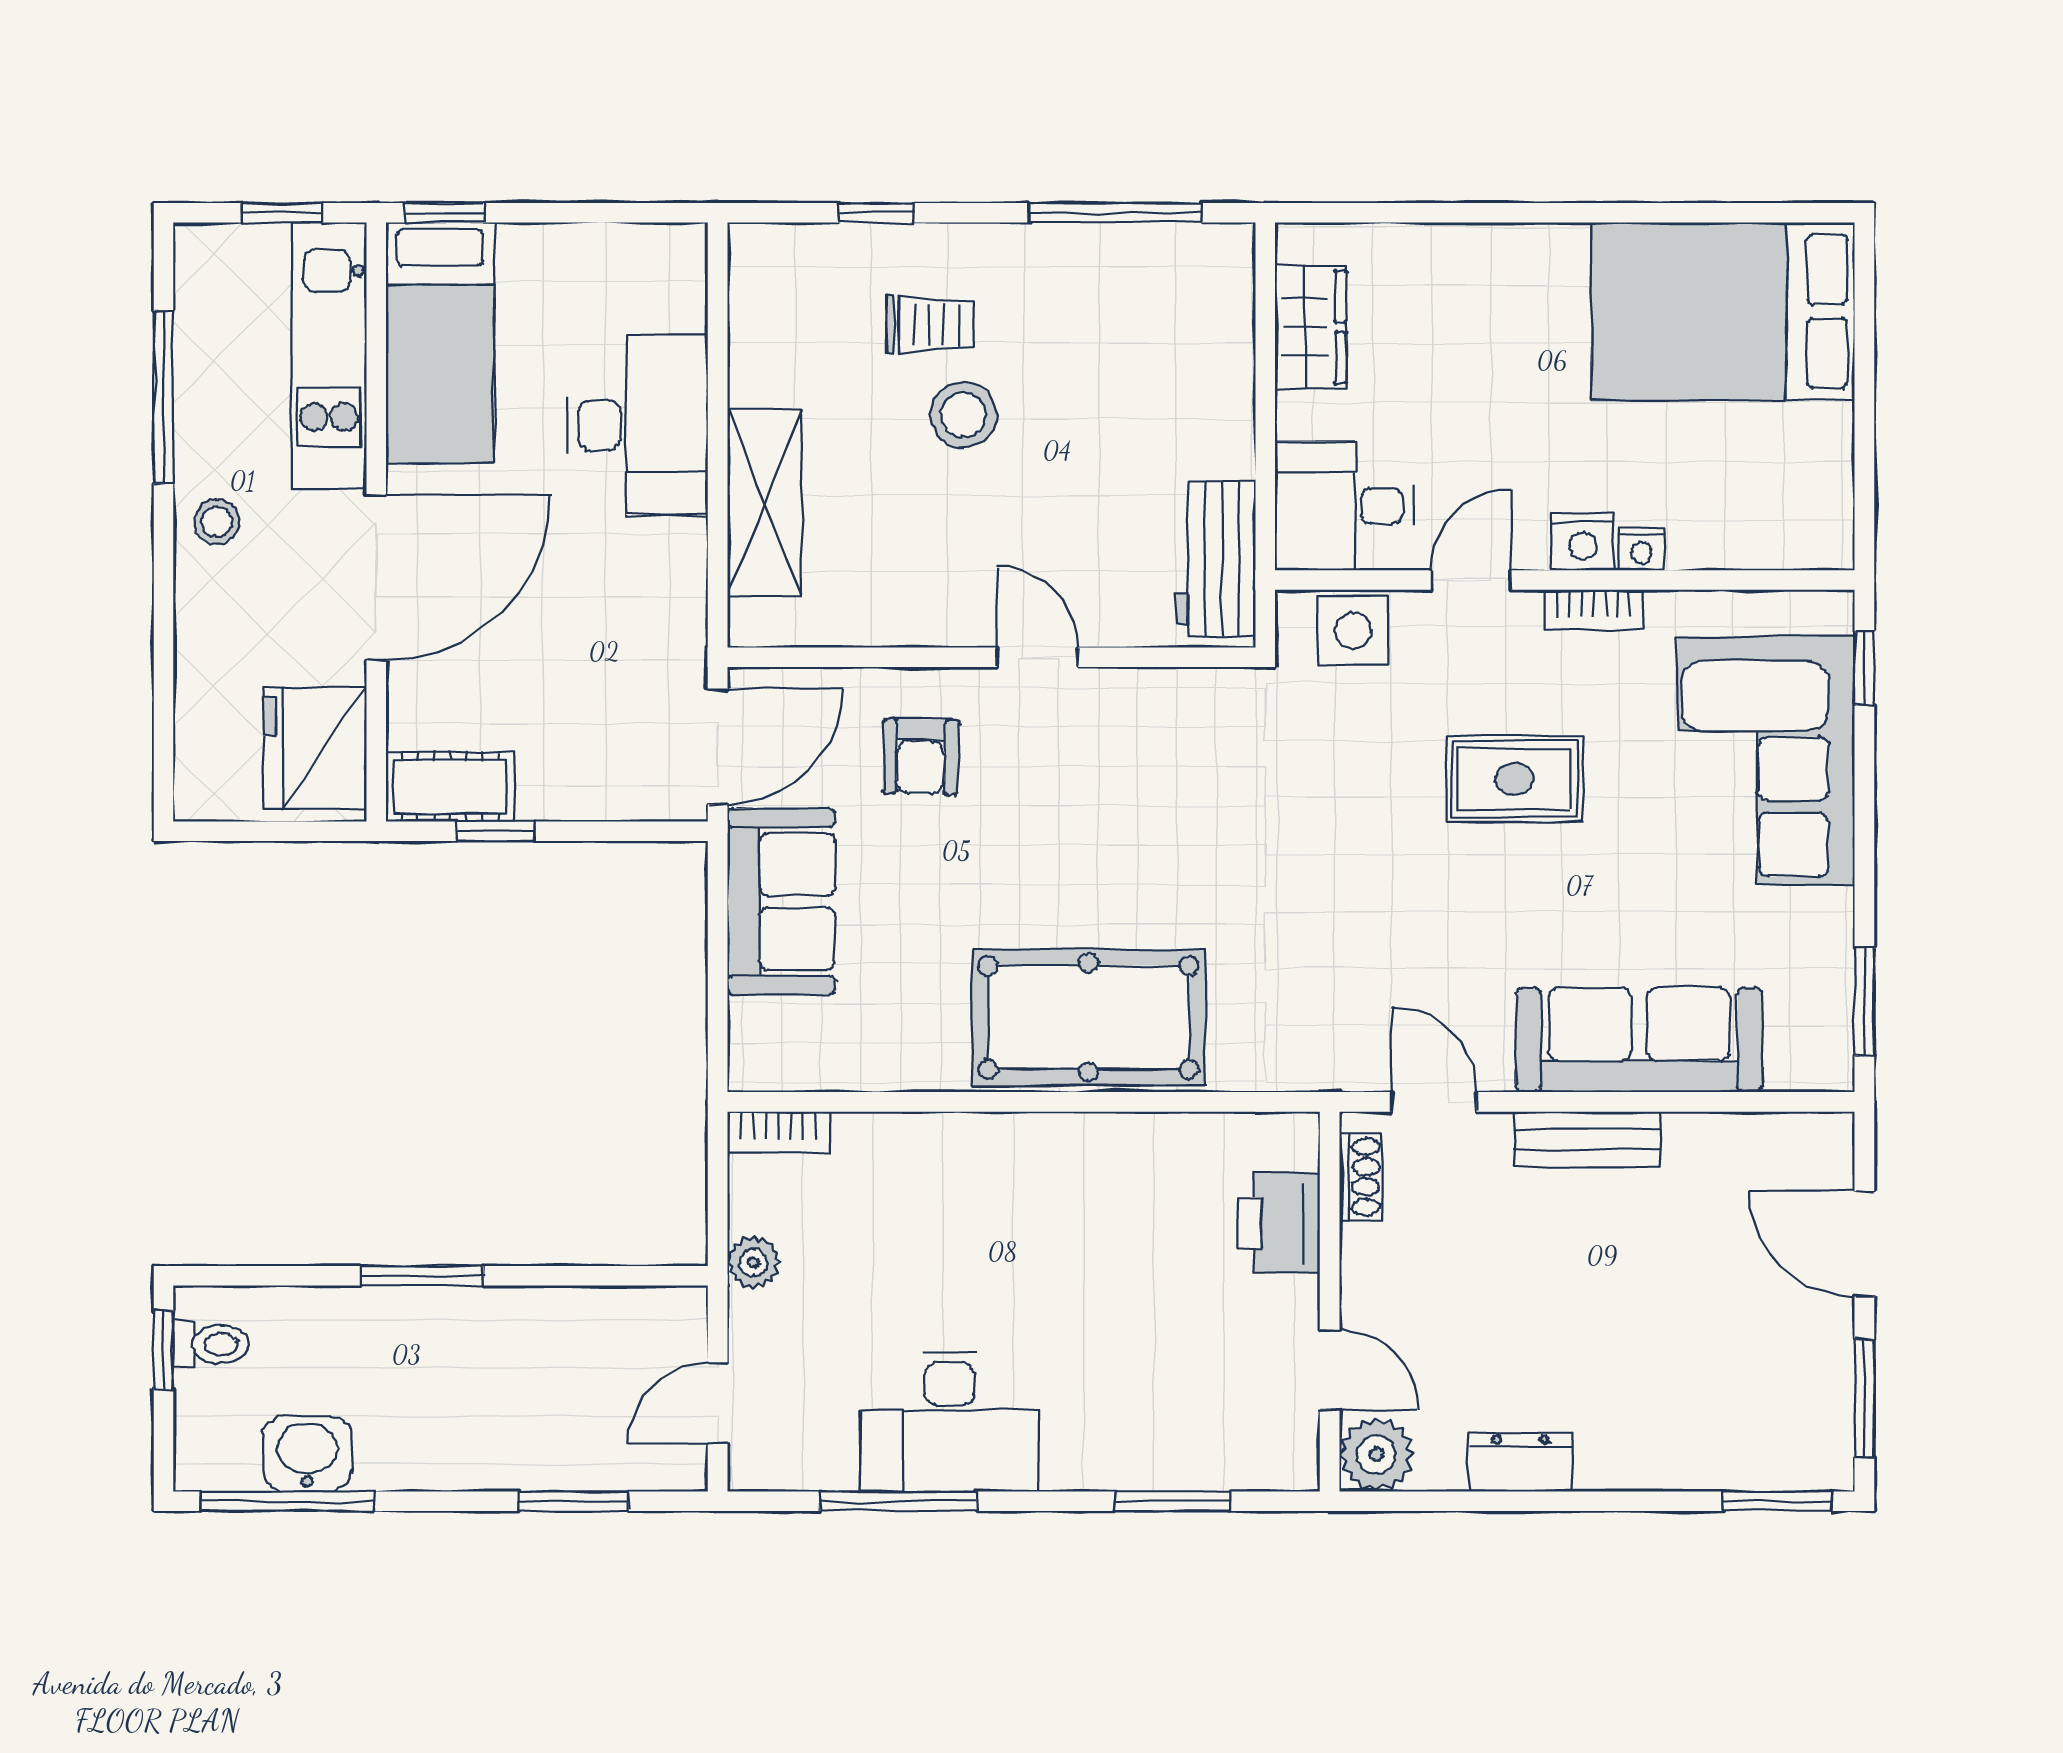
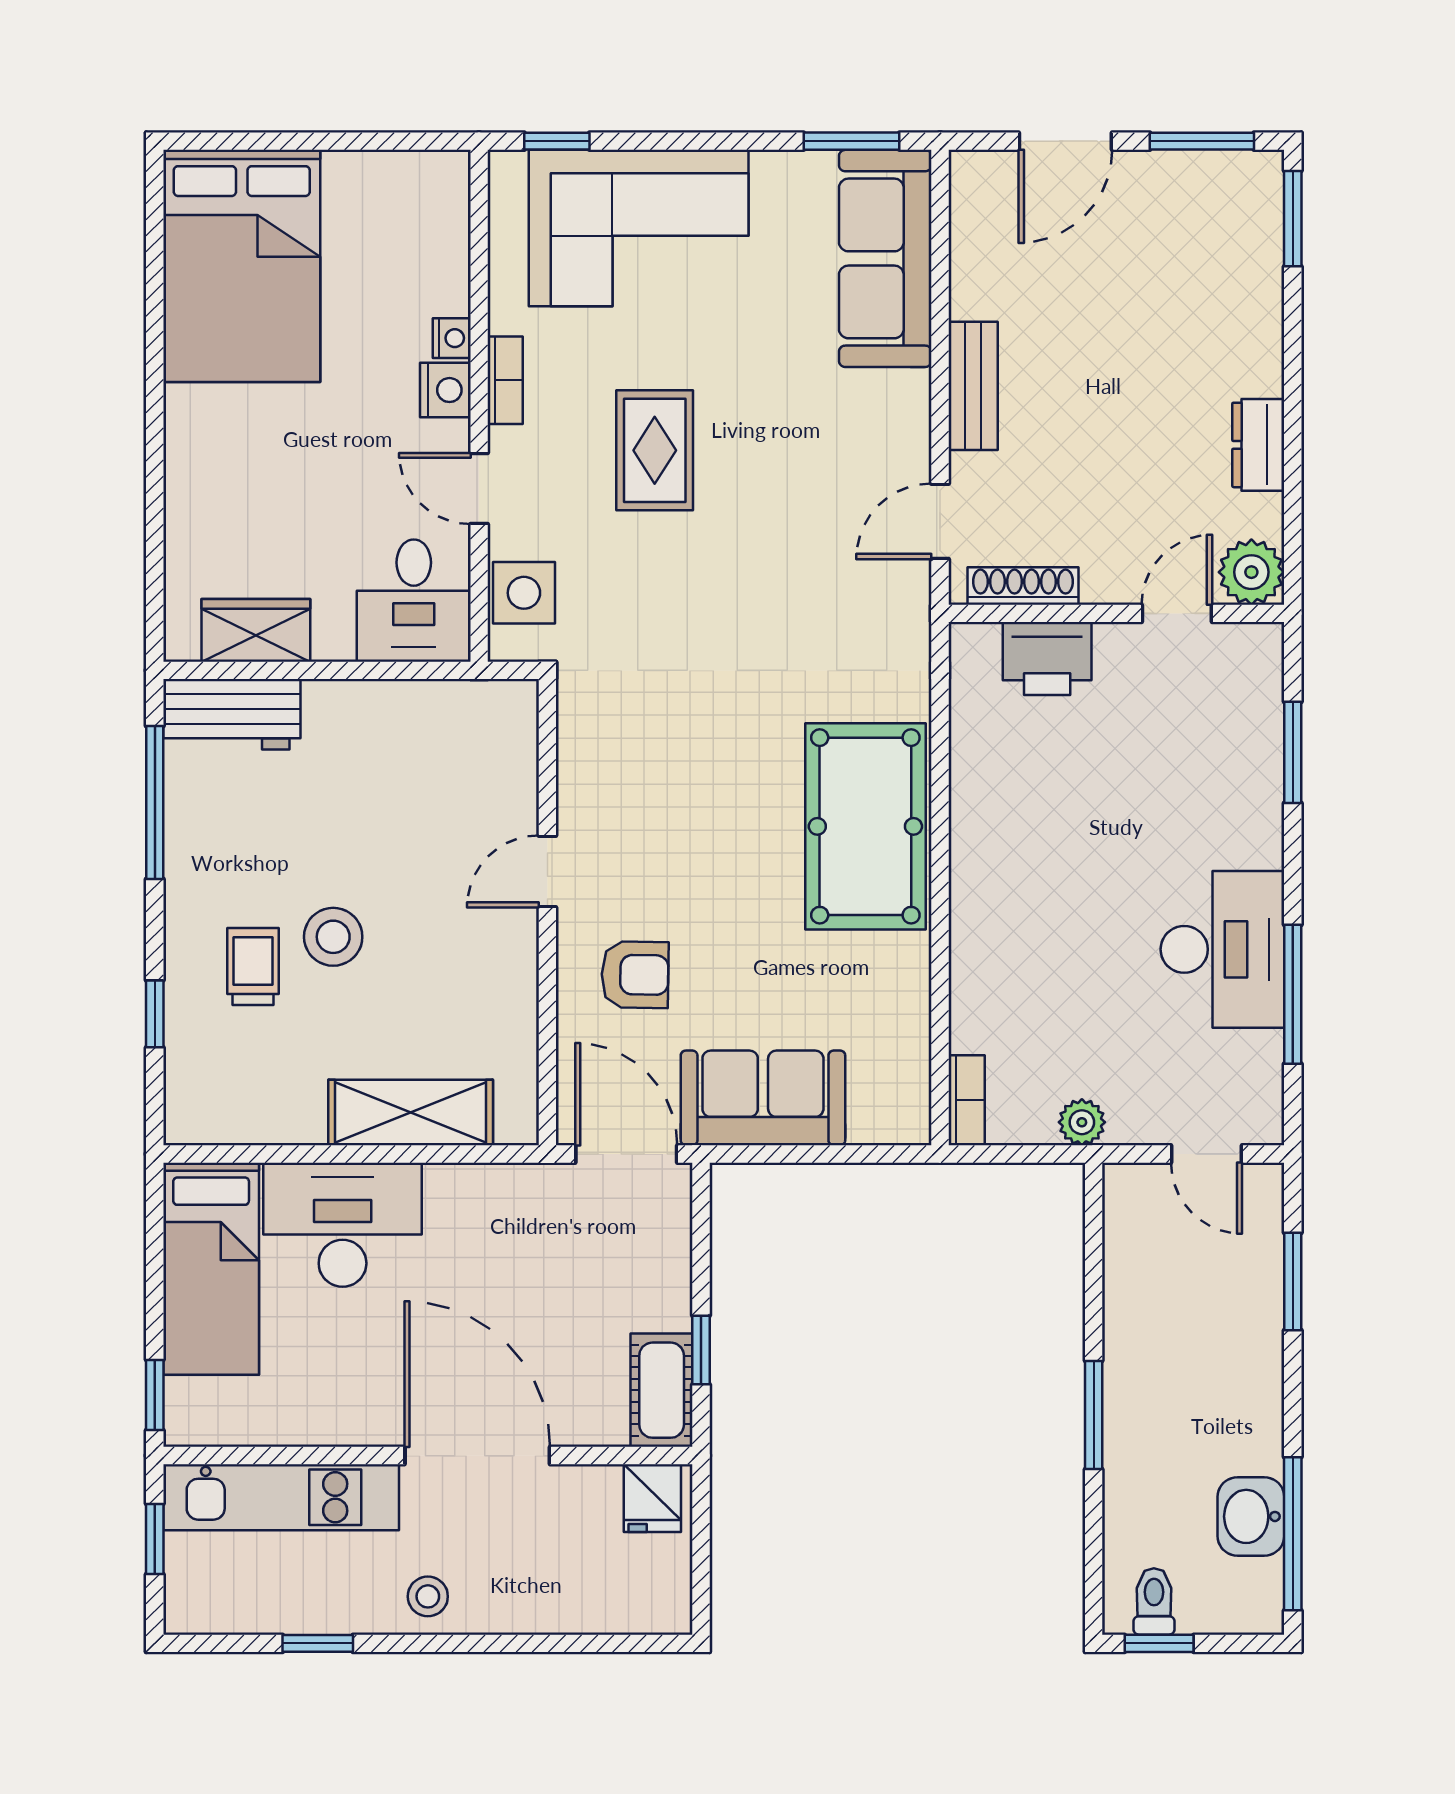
bed: (440, 343) -> (211, 1269), moved, turned 90
window: (164, 397) -> (318, 1643), width x0.46
workbench: (1215, 559) -> (232, 714), moved
fridge: (315, 748) -> (652, 1498), width x0.53, depth x0.75
sofa: (1639, 1040) -> (885, 258), moved
shoe rack: (1361, 1177) -> (1023, 586), width x1.43

